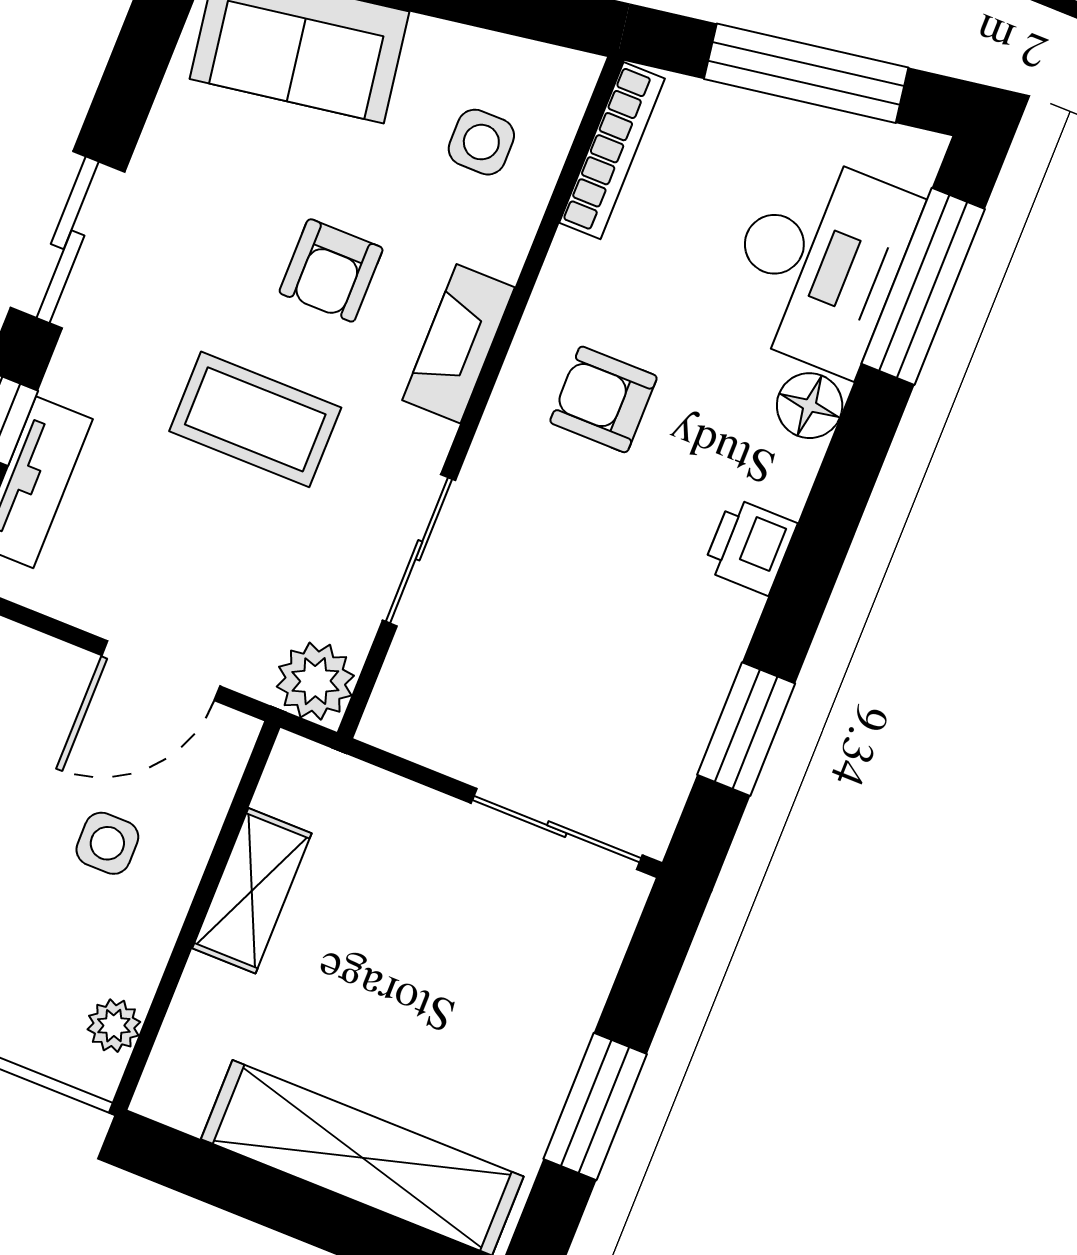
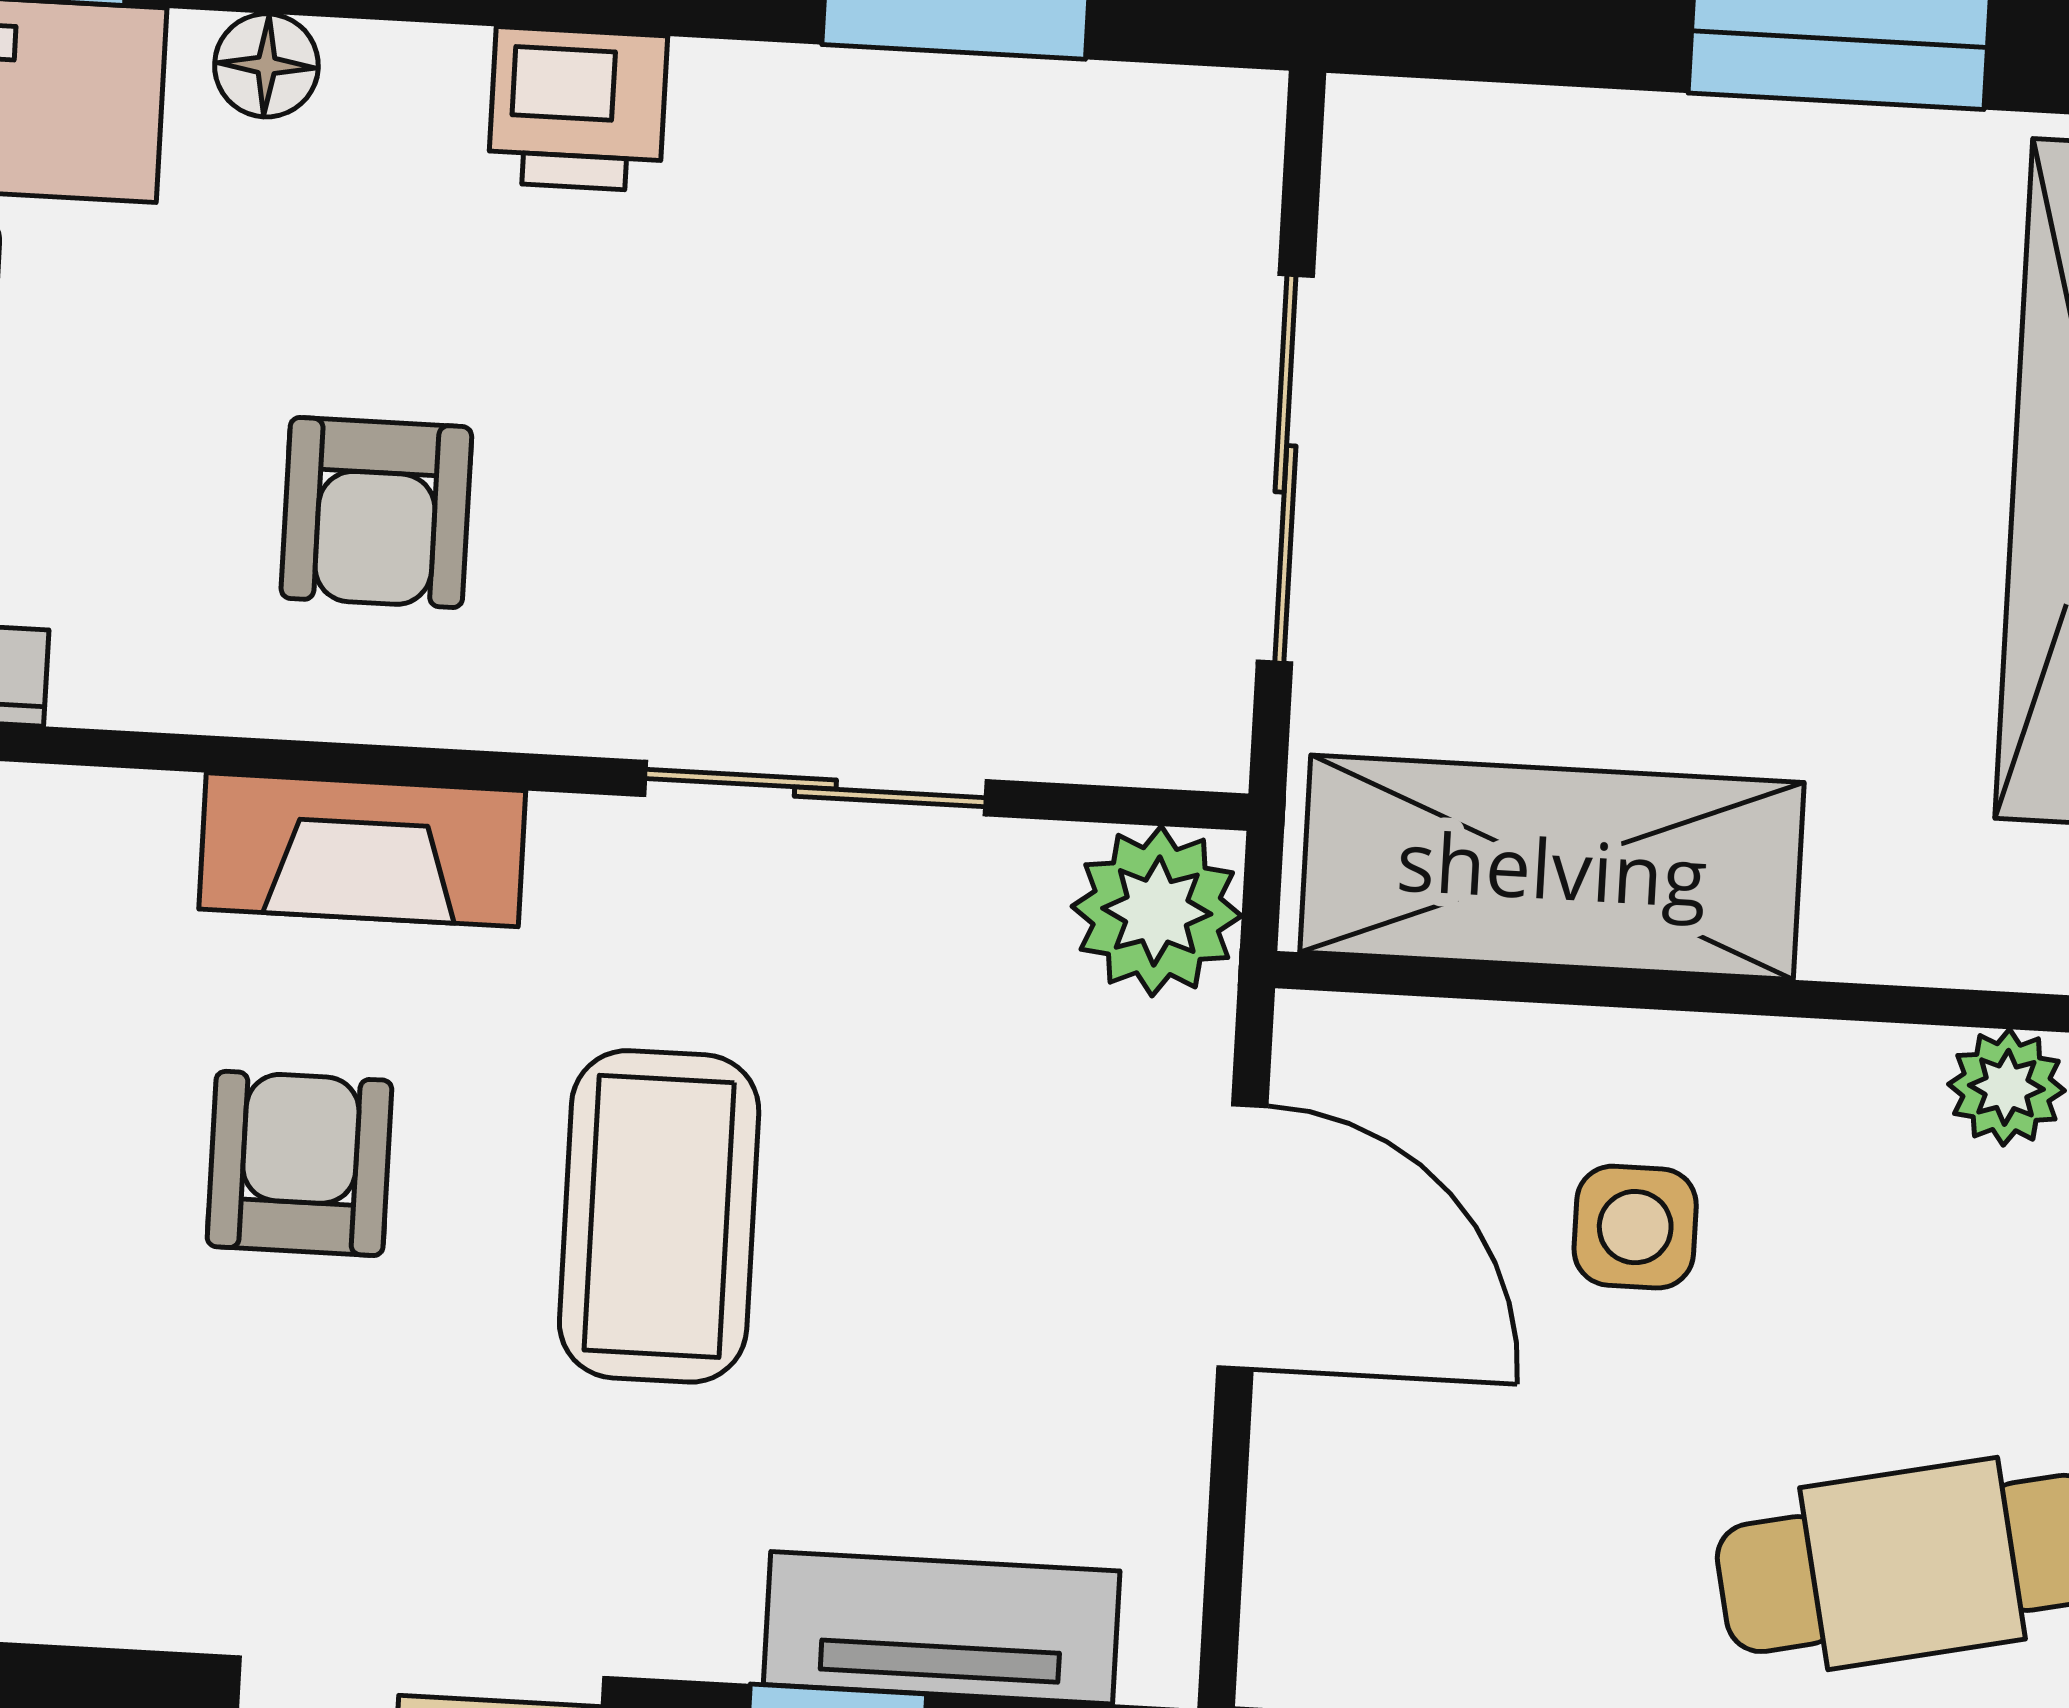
armchair: (331, 270) -> (300, 1163), turned -90
floor lamp: (810, 406) -> (266, 65), width x0.73, depth x0.73
sliding door: (557, 829) -> (1285, 469), moved
shelving: (252, 891) -> (1552, 867), width x1.50, depth x1.33

